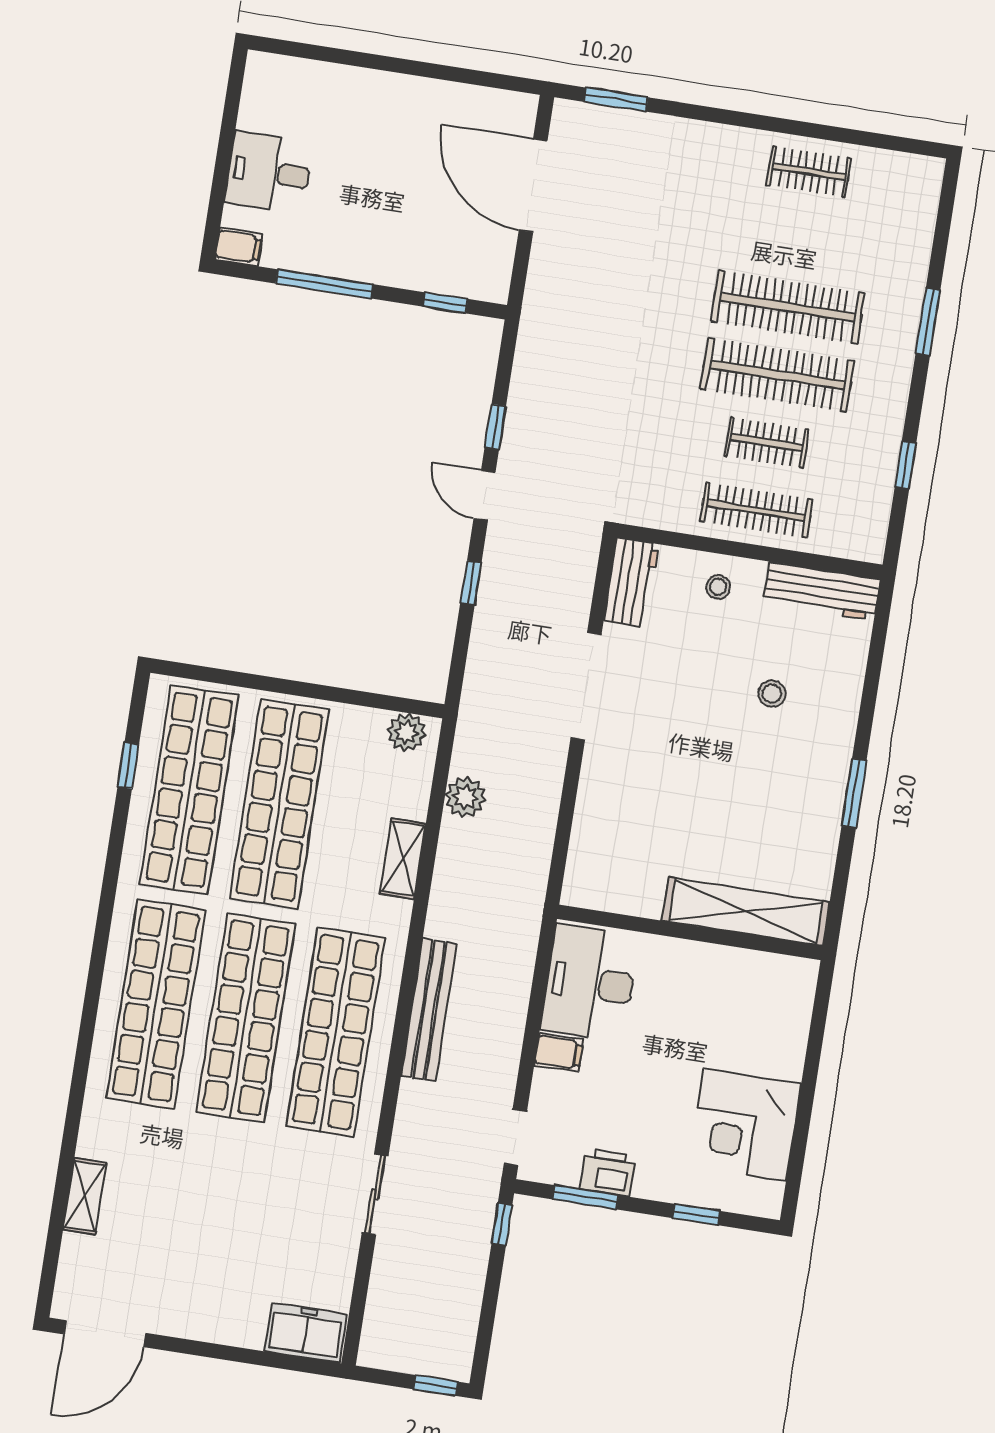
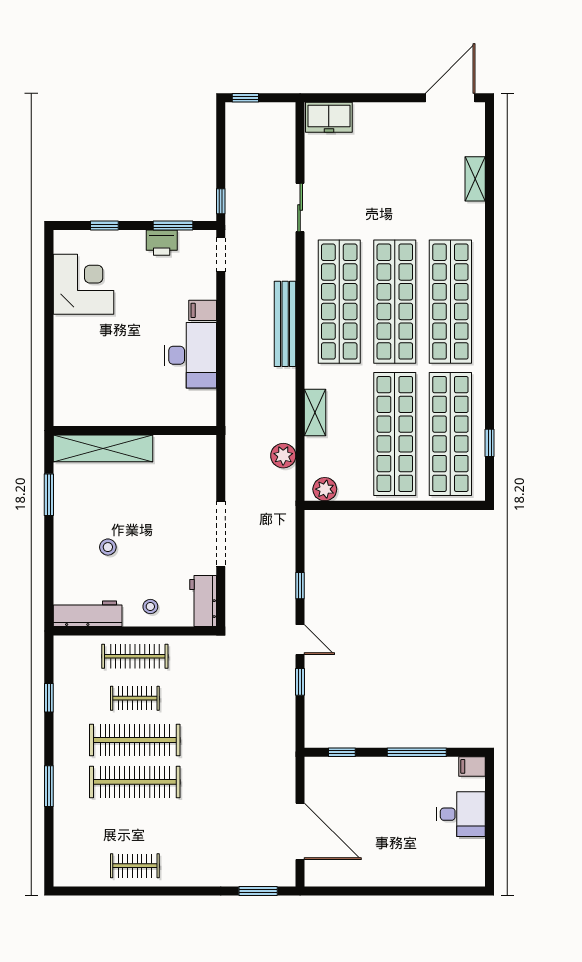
shelving: (746, 911) -> (103, 448), moved
wall: (690, 932) -> (135, 430), moved

